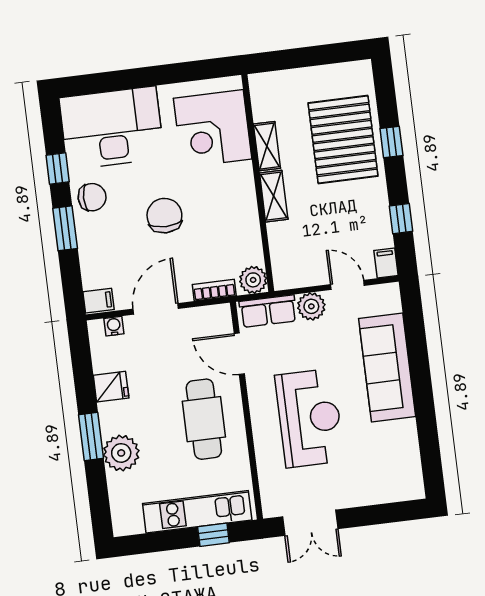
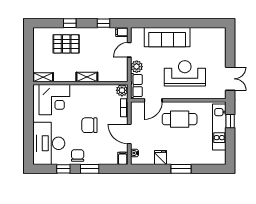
pallet: (343, 139) -> (66, 44), width x0.73, depth x0.71
shelving: (267, 146) -> (43, 77), moved
plant: (121, 453) -> (190, 157), removed

